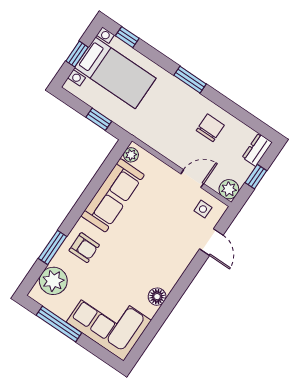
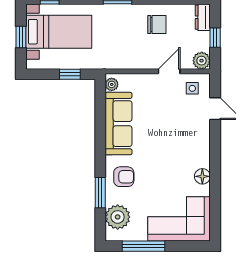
chair: (210, 128) -> (157, 24), turned 90

